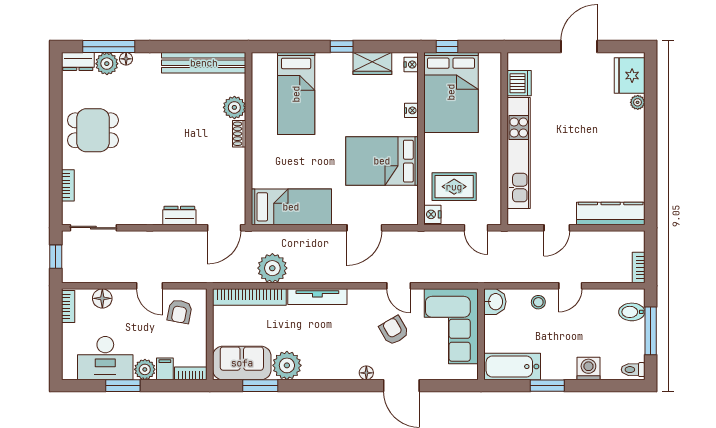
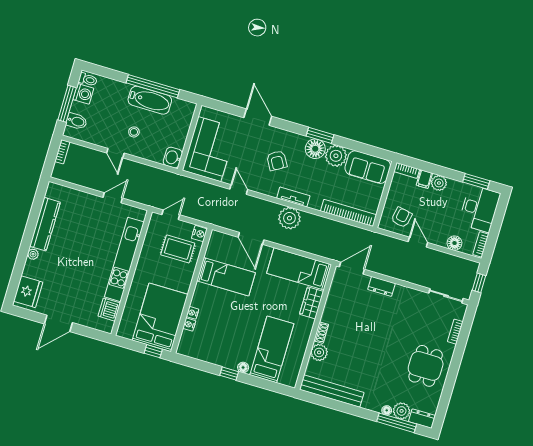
floor lamp: (326, 60) -> (243, 367), added
wardrobe: (372, 64) -> (312, 303), moved, turned -90
nightstand: (411, 65) -> (189, 325), moved
plant: (638, 102) -> (33, 254), moved
dining table: (93, 130) -> (426, 366), turned 90
bed: (382, 161) -> (226, 277), width x0.67
kitchen counter: (611, 213) -> (45, 224), moved, turned -90
door: (364, 228) -> (251, 238), swing flipped
door: (476, 228) -> (171, 215), hinge flipped
plant: (272, 268) -> (289, 218), moved
door: (570, 286) -> (115, 153), swing flipped
tv unit: (317, 297) -> (293, 197), width x0.71
stool: (538, 302) -> (134, 132), moved
armchair: (394, 331) -> (277, 161), moved
desk: (105, 358) -> (479, 209), moved, turned 90
bathtub: (512, 367) -> (150, 100), moved
washing machine: (588, 368) -> (83, 94), moved, turned -90
floor lamp: (366, 373) -> (315, 149), moved, width x1.89, depth x1.89
window: (123, 386) -> (476, 181), moved
window: (260, 386) -> (320, 135), moved
window: (547, 386) -> (153, 86), width x2.11

